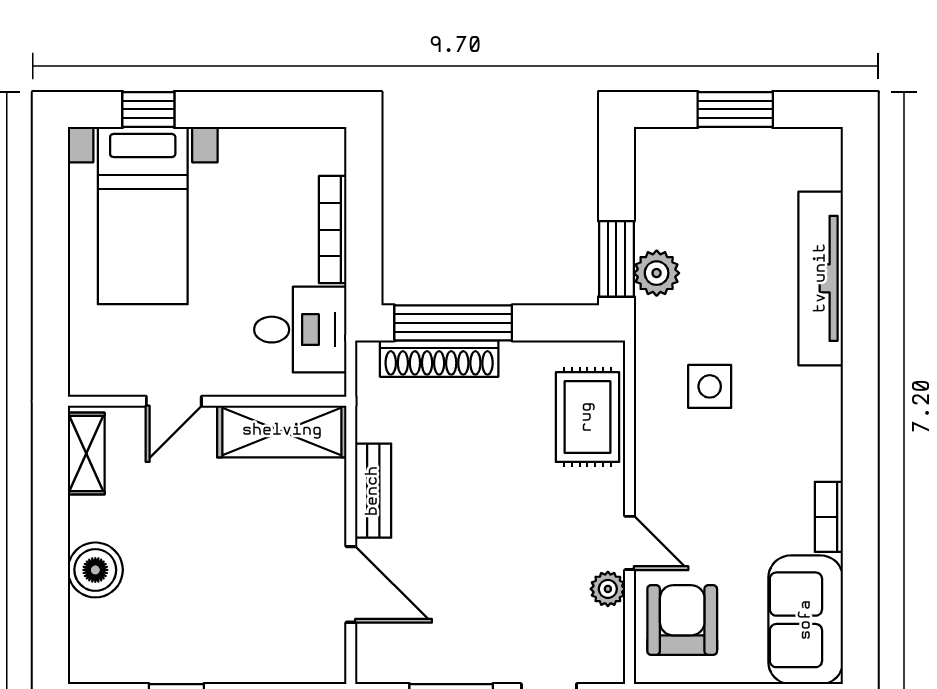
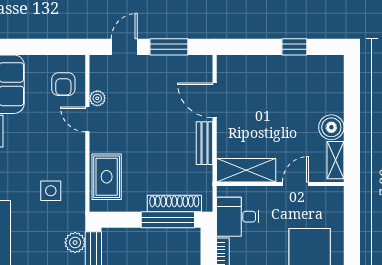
boiler: (95, 570) -> (331, 127), moved
armchair: (682, 620) -> (63, 84), width x0.72, depth x0.72

